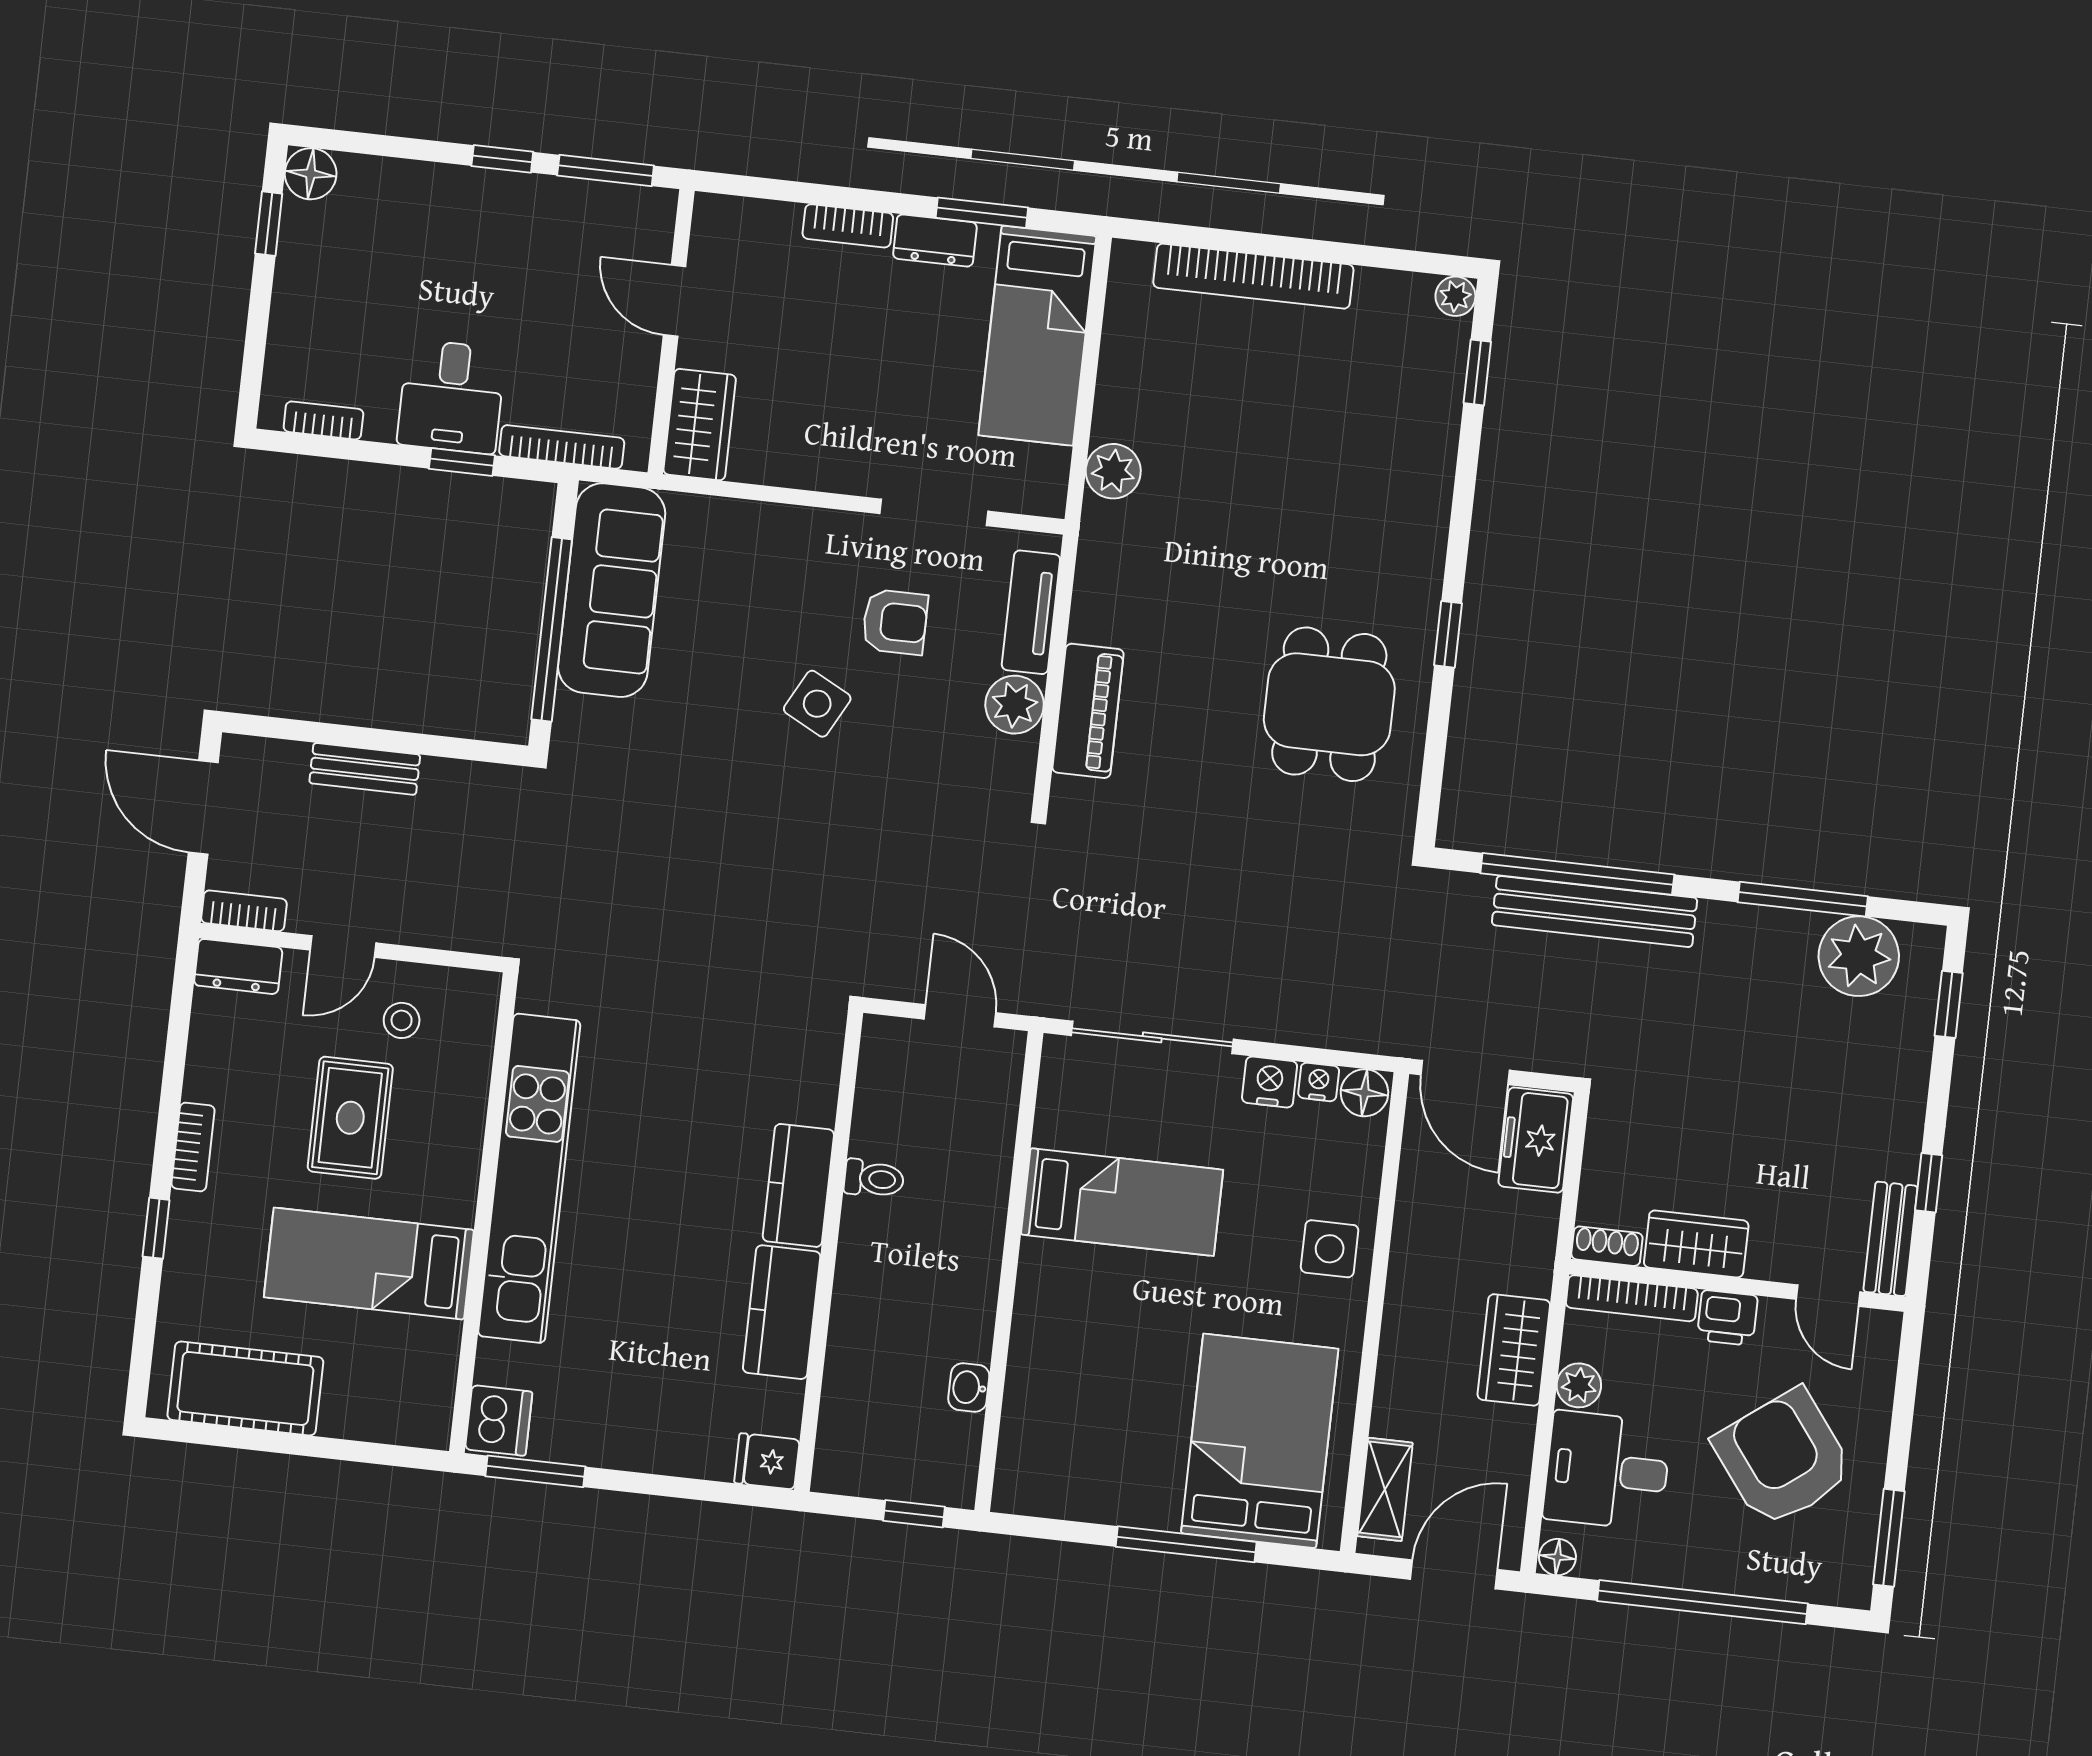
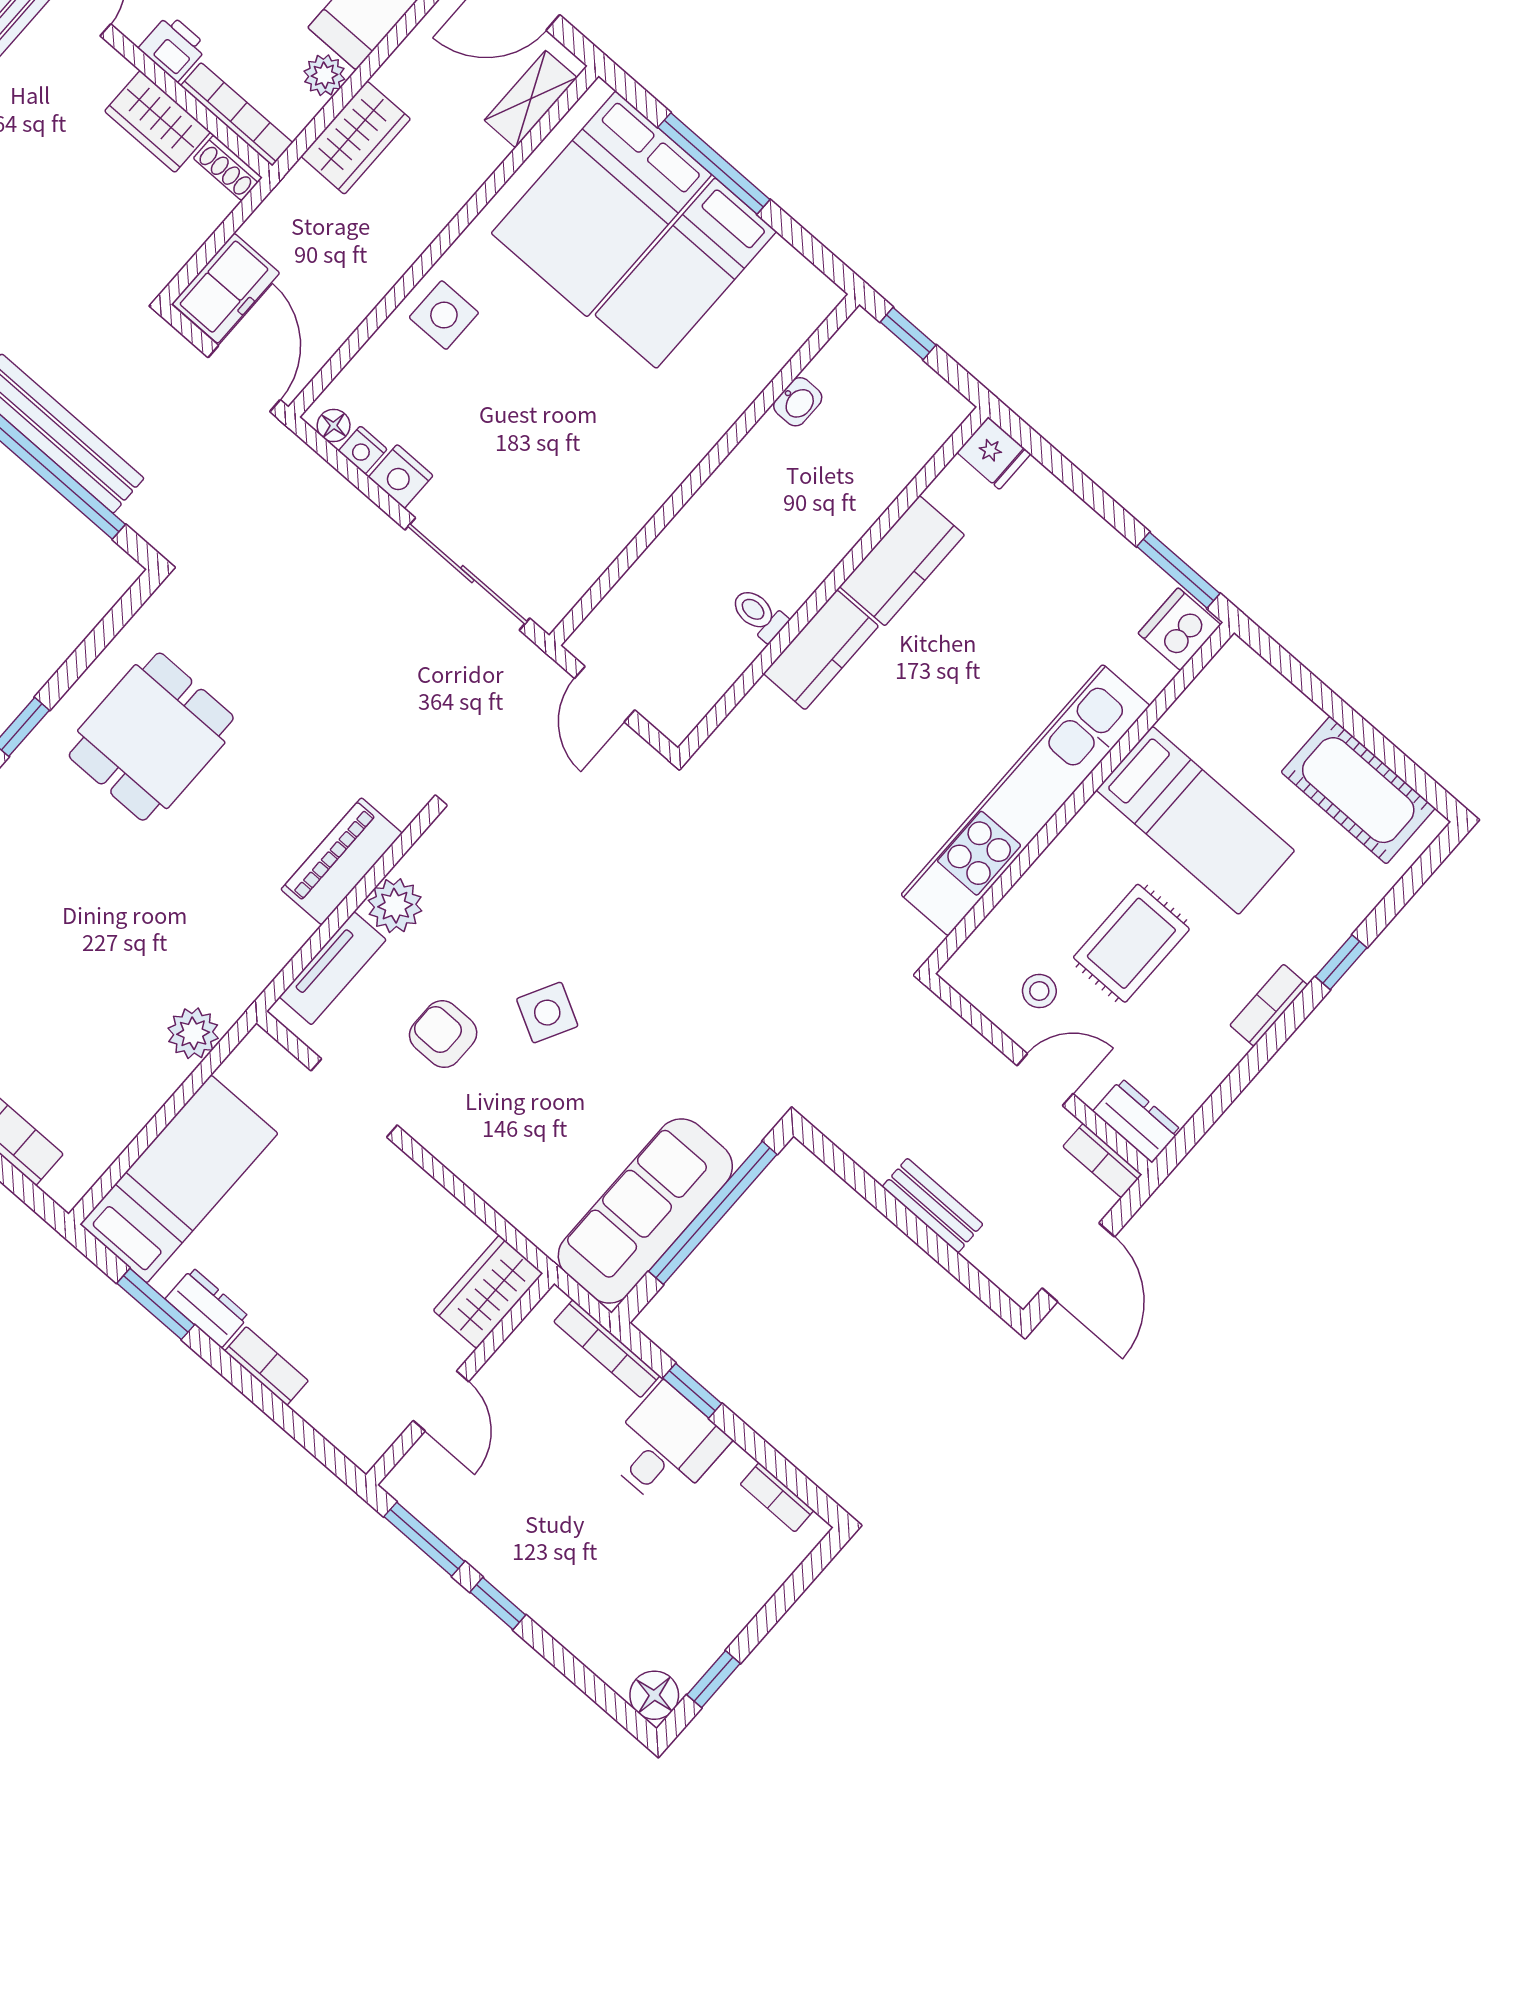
floor lamp: (1364, 1093) -> (334, 425), width x0.73, depth x0.73
bed: (1122, 1202) -> (686, 273), moved, turned -90

